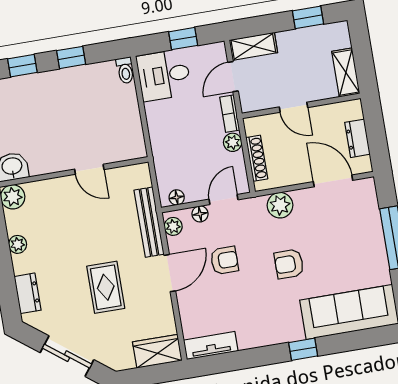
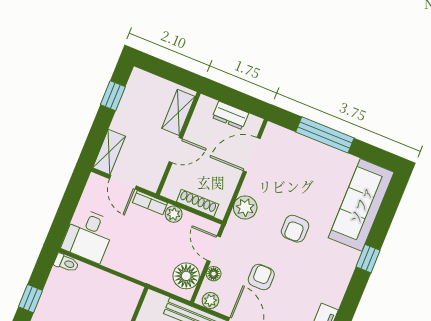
window: (183, 39) -> (69, 203), removed
shelving: (346, 73) -> (178, 112), moved, turned 90
floor lamp: (177, 197) -> (186, 276), width x1.89, depth x1.89

